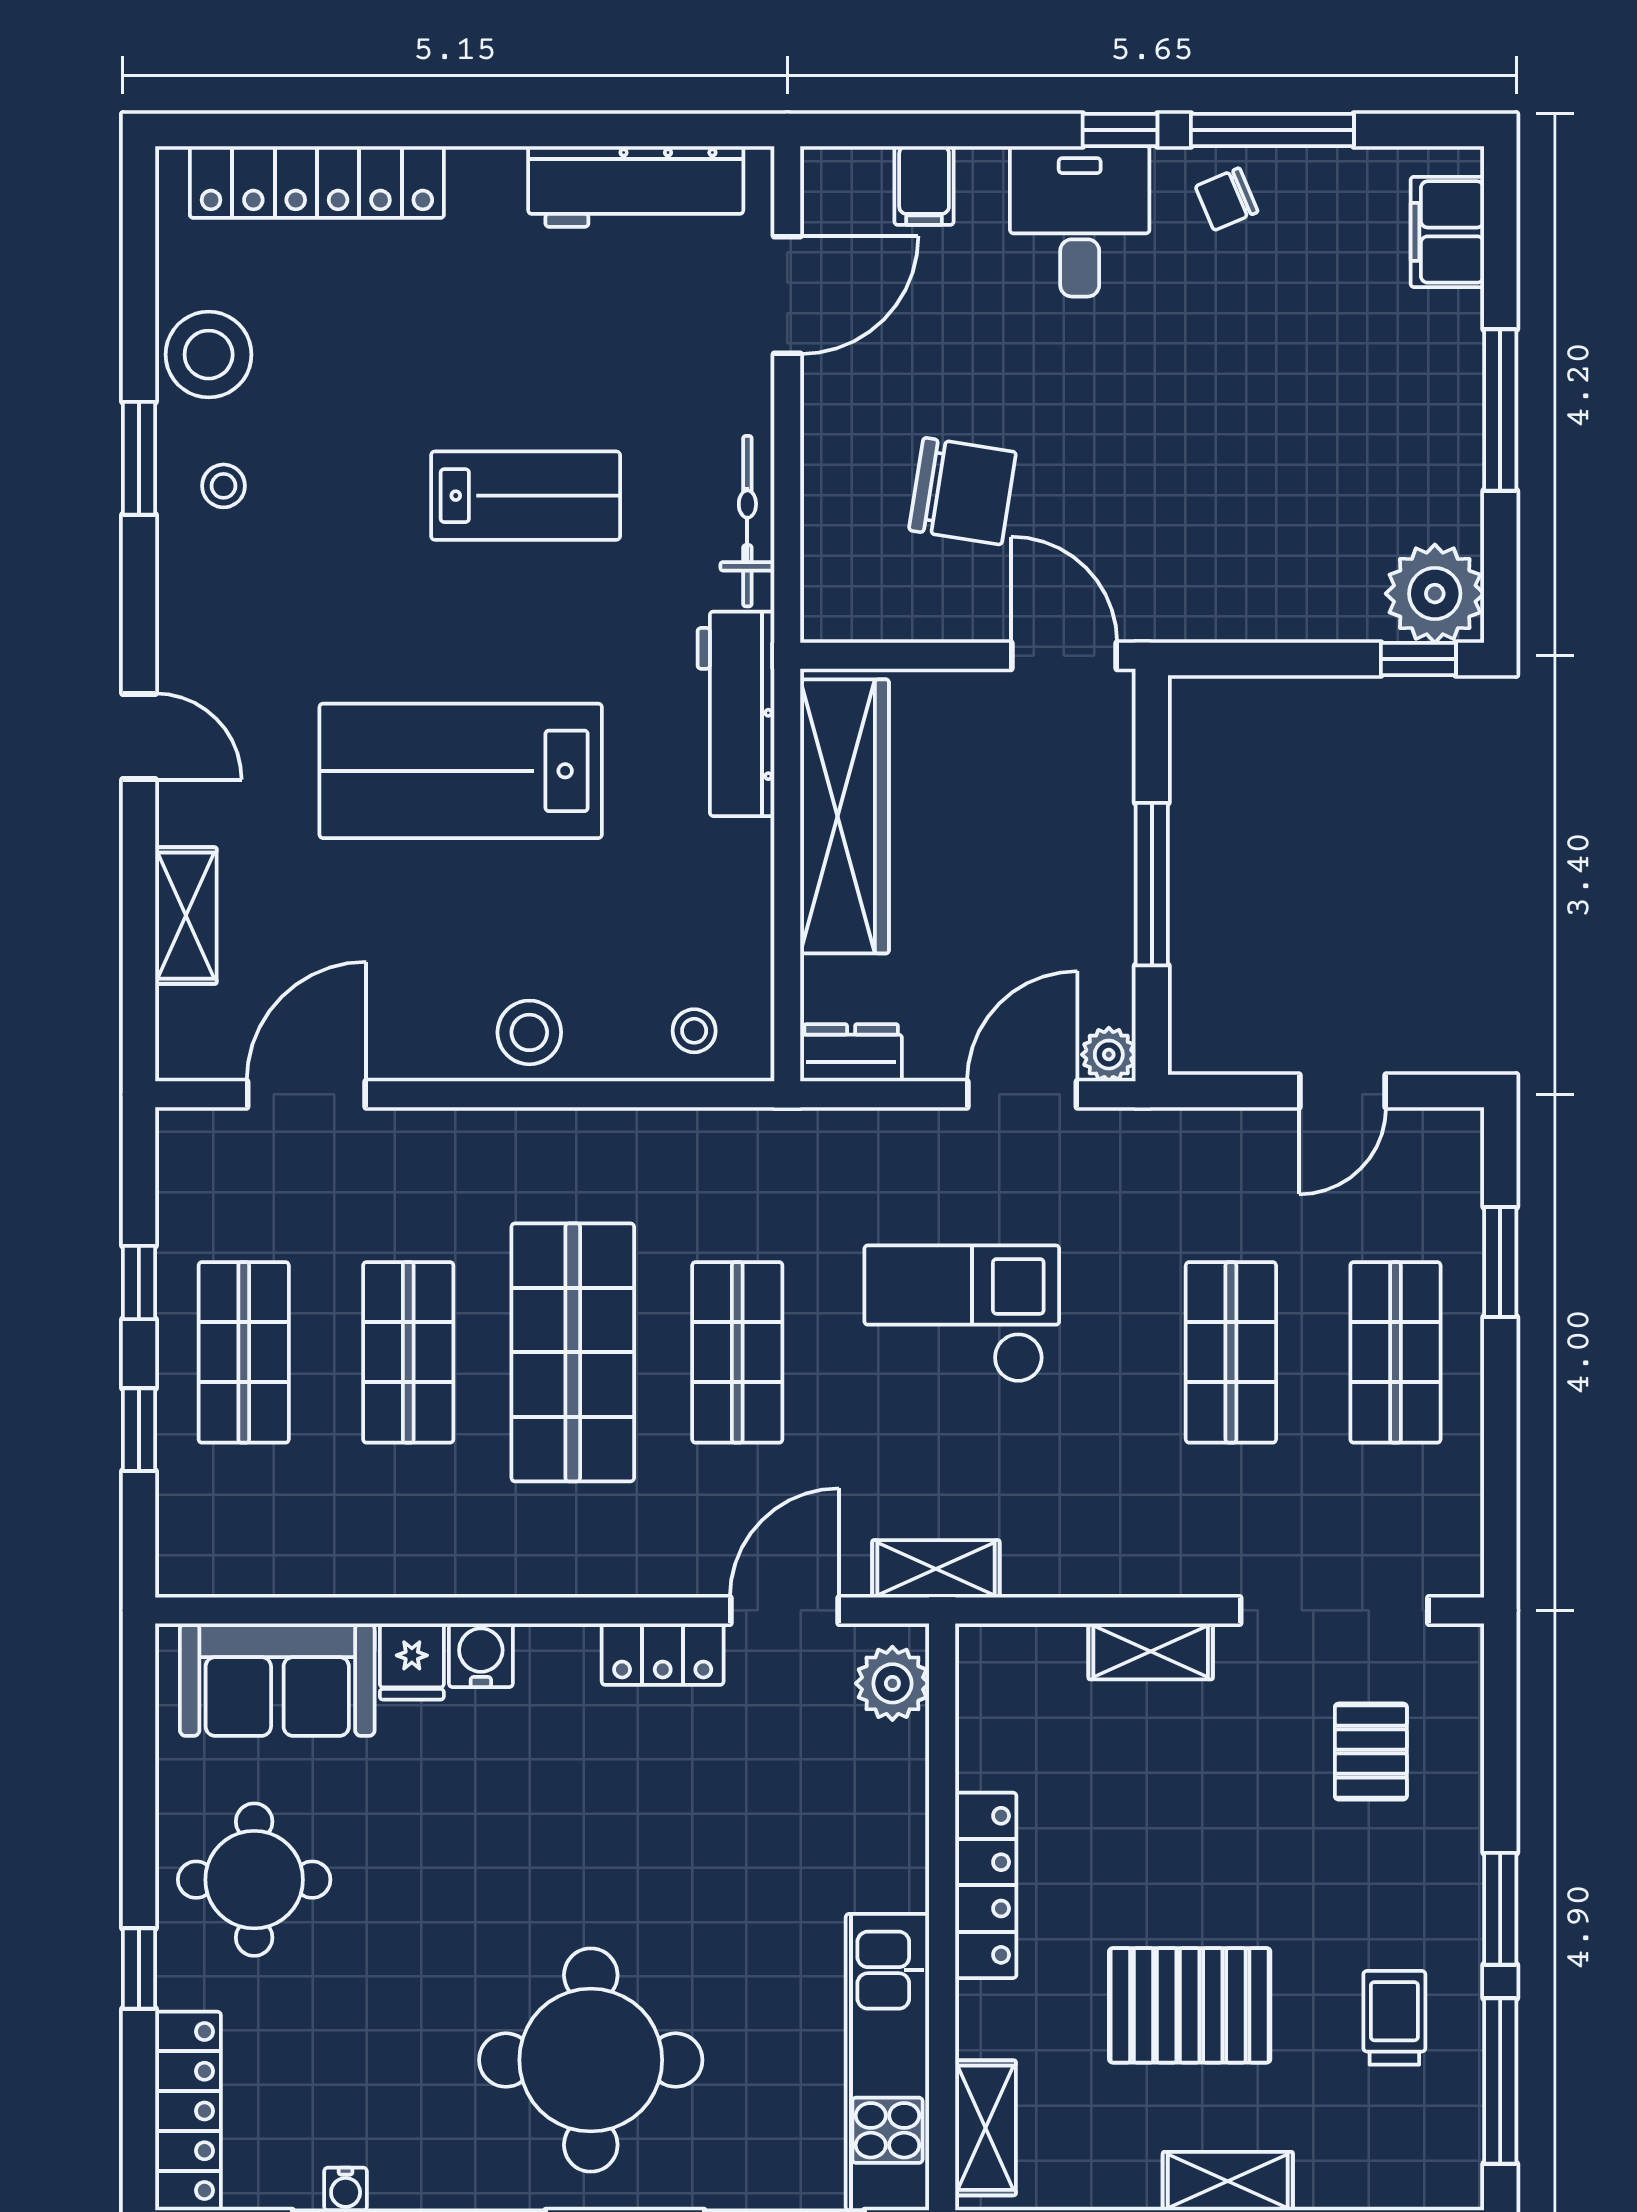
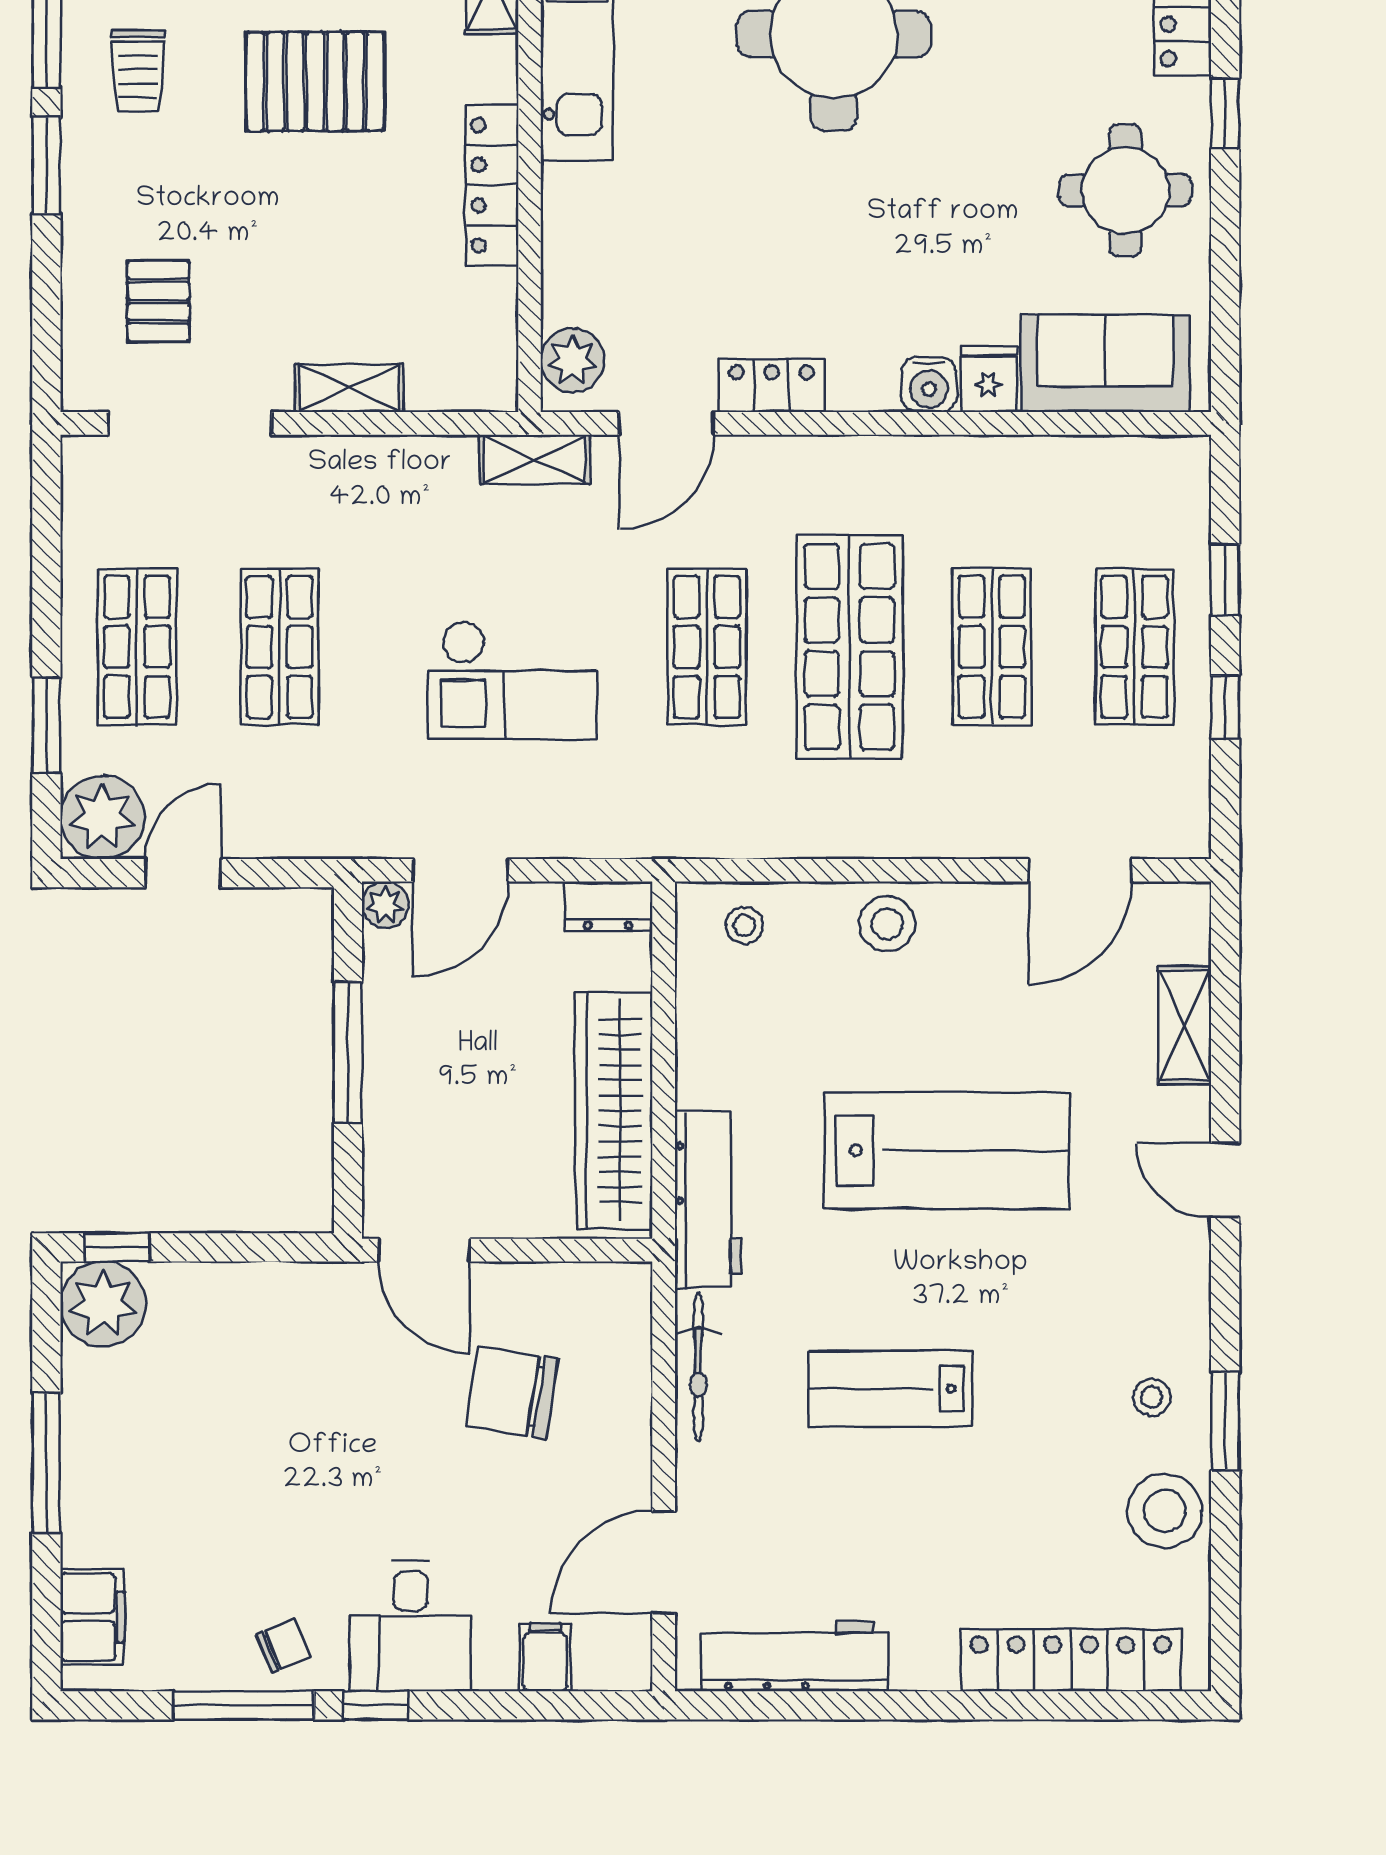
plant: (1436, 1156) -> (102, 817), added

